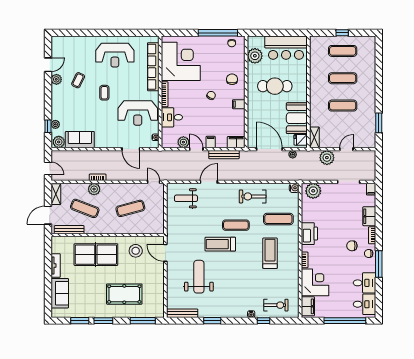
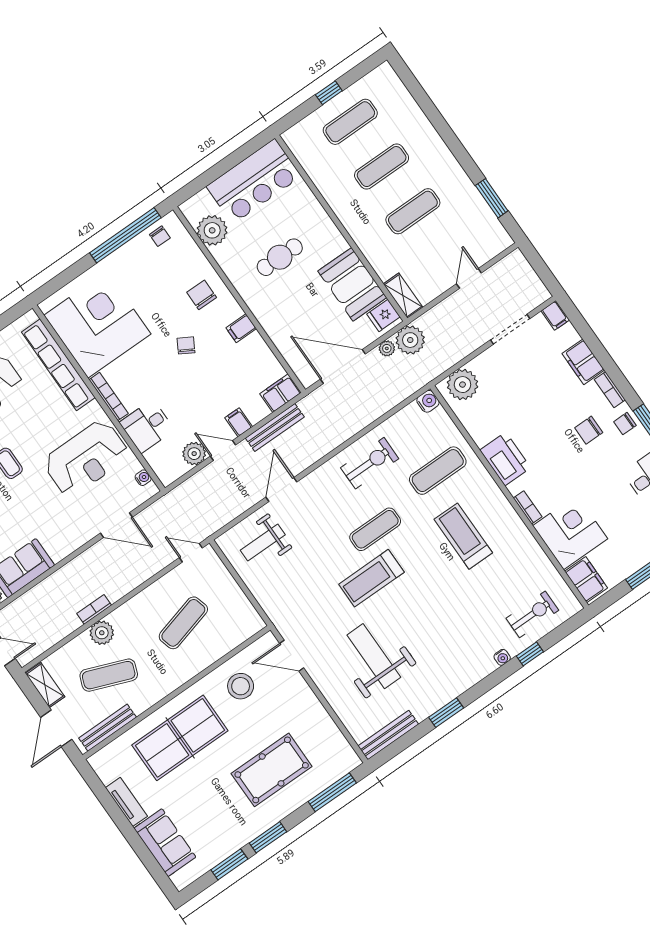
cafe table: (275, 86) -> (280, 257), width x0.73, depth x0.74
plant: (327, 158) -> (410, 340), moved
exercise bike: (253, 196) -> (370, 463), turned 180

